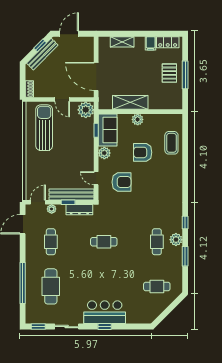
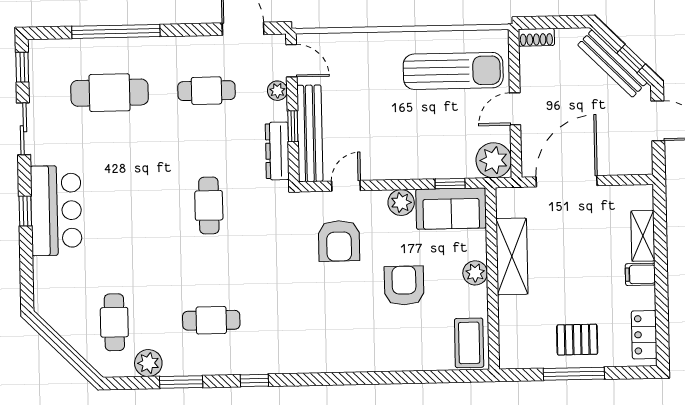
filing cabinet: (151, 43) -> (640, 274), moved
coffee table: (171, 143) -> (469, 343), moved, turned 90
plant: (176, 240) -> (148, 363), moved

